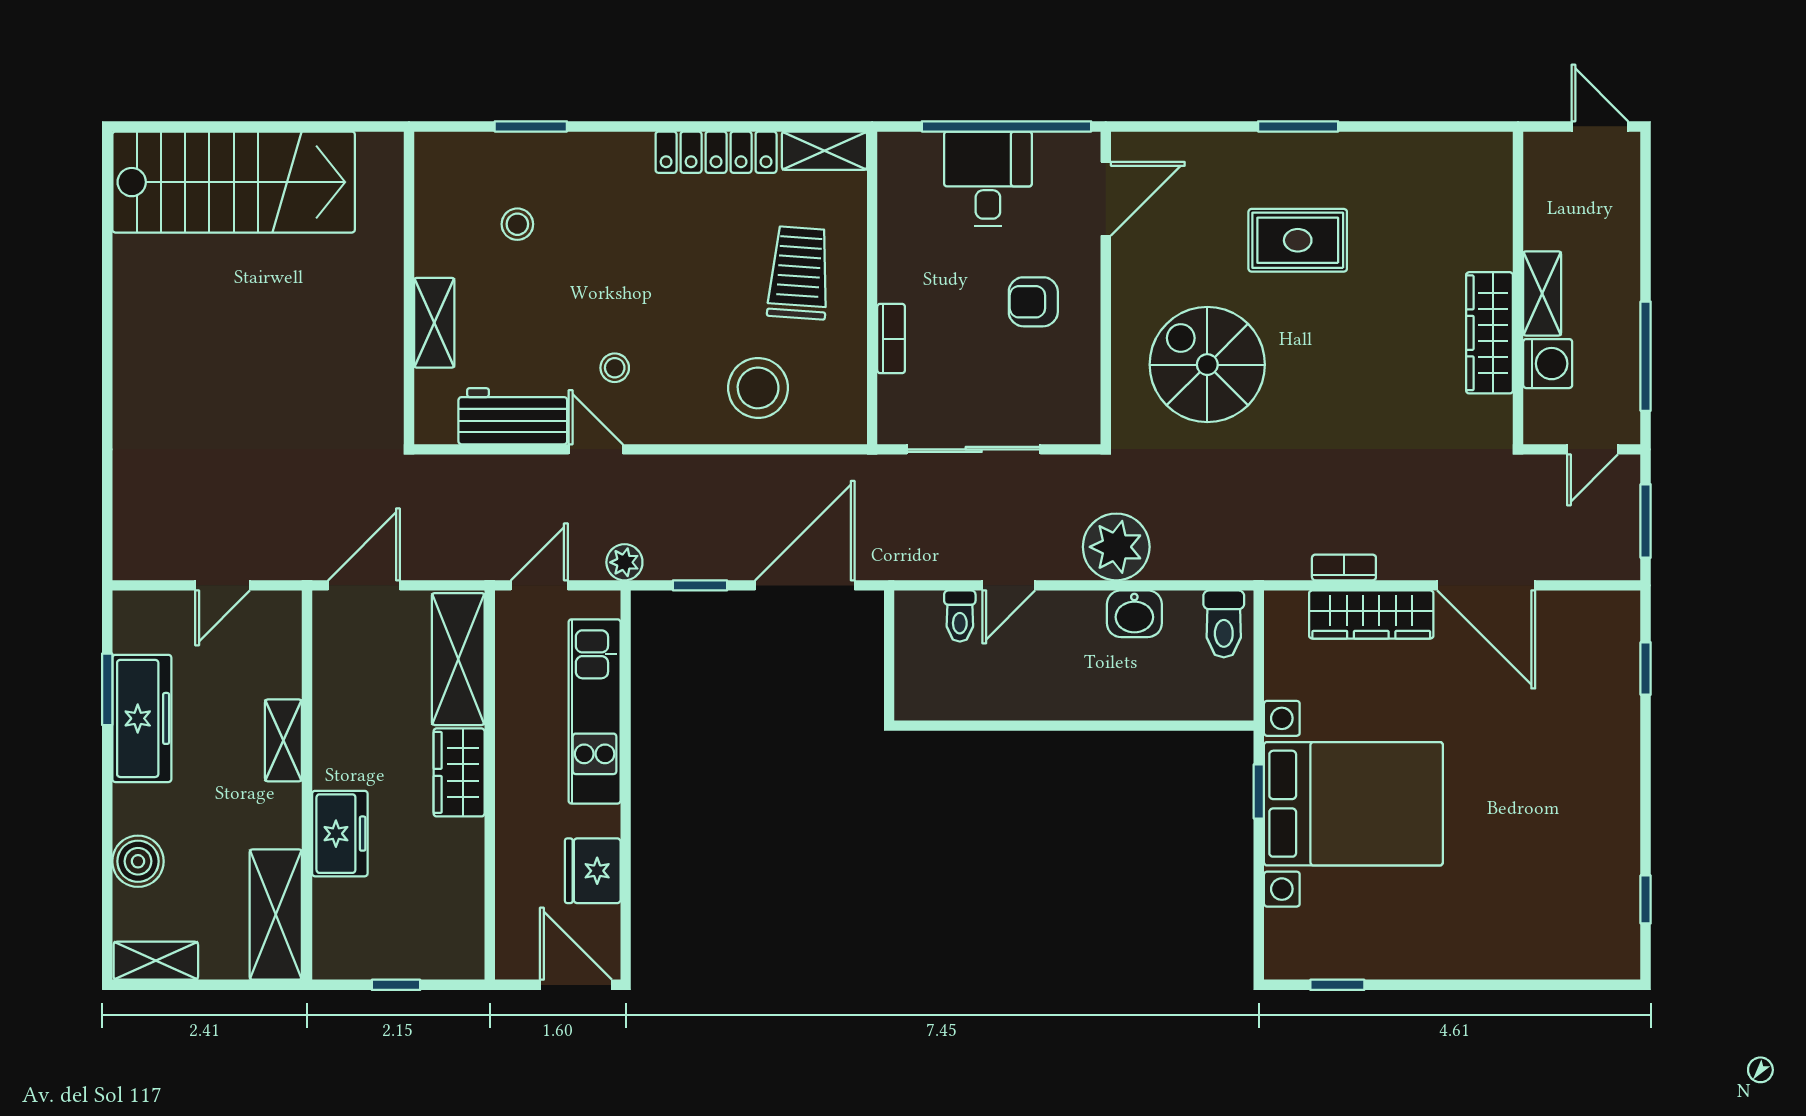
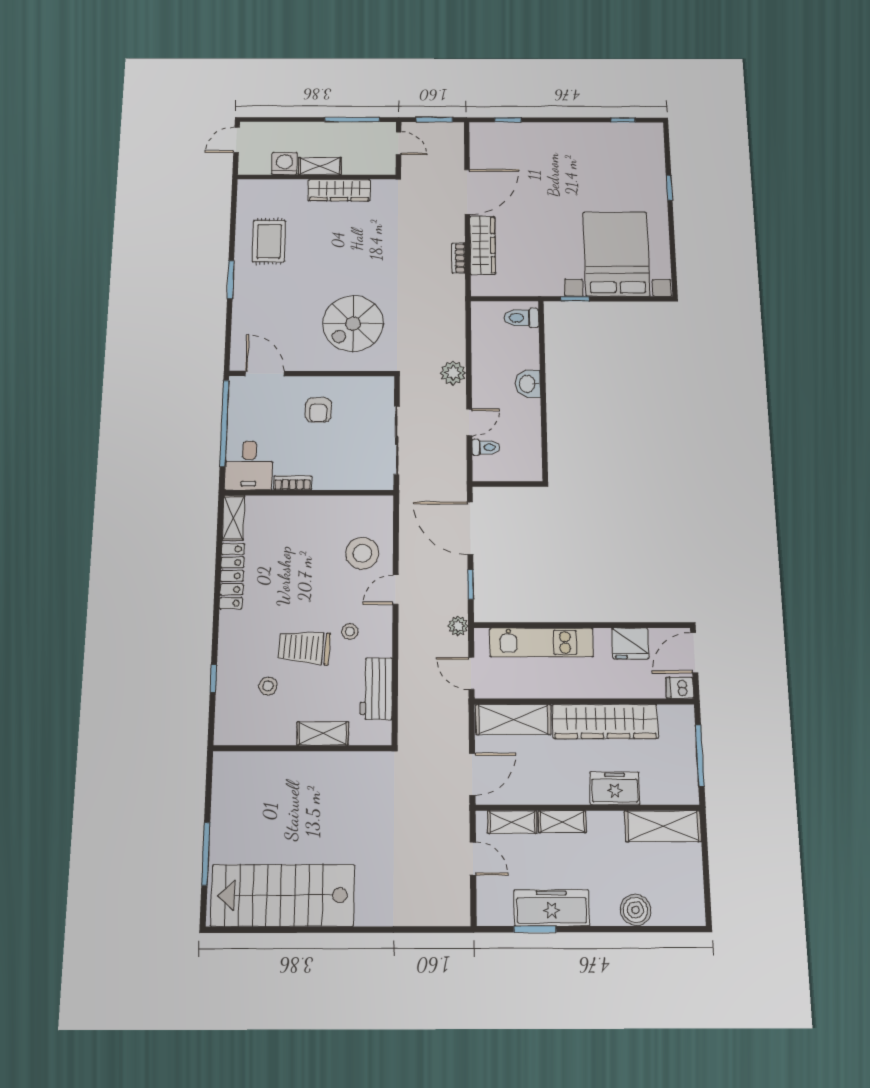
window: (231, 126) -> (206, 854), added
window: (531, 126) -> (213, 678), width x0.67
desk: (988, 179) -> (249, 465), moved, turned -90
stairs: (234, 182) -> (283, 895), moved, turned -90
rug: (1298, 240) -> (269, 241), moved
trolley: (799, 273) -> (304, 647), moved
bookcase: (891, 339) -> (293, 483), moved
washing machine: (1548, 364) -> (284, 163), moved
door: (596, 449) -> (396, 590), moved
plant: (1116, 547) -> (453, 373), width x0.73, depth x0.73
door: (364, 585) -> (472, 774), swing flipped
door: (1009, 585) -> (469, 422), hinge flipped
washbasin: (1134, 614) -> (528, 384), moved, turned 180
toilet: (1224, 624) -> (521, 318), moved, turned 180
wardrobe: (459, 772) -> (605, 721), width x2.10, depth x1.17
bed with nightstands: (1353, 804) -> (616, 254), moved
dishwasher: (514, 956) -> (680, 688), added
shelving: (156, 961) -> (512, 822), moved, turned 90
window: (396, 985) -> (700, 755), width x2.17
window: (1337, 985) -> (669, 188), moved

